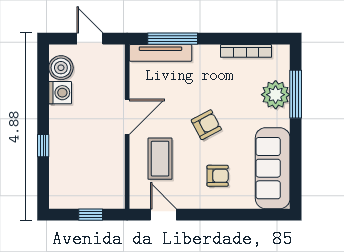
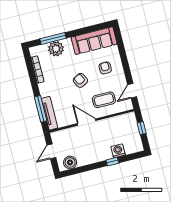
washing machine: (60, 93) -> (118, 151), moved

